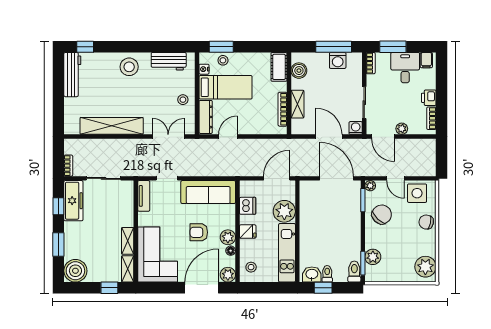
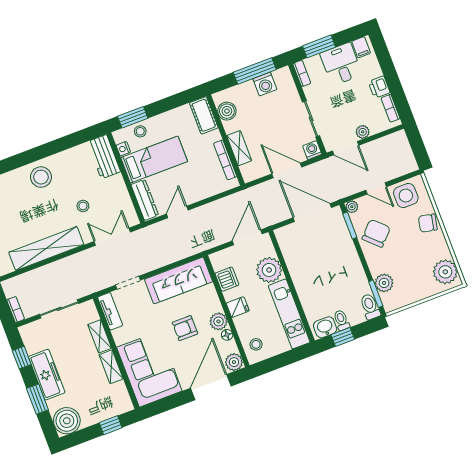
workbench: (169, 61) -> (104, 157), moved, turned 90
stool: (183, 100) -> (83, 206), moved
freezer: (73, 201) -> (47, 375), moved
shelving: (128, 269) -> (100, 336), moved

